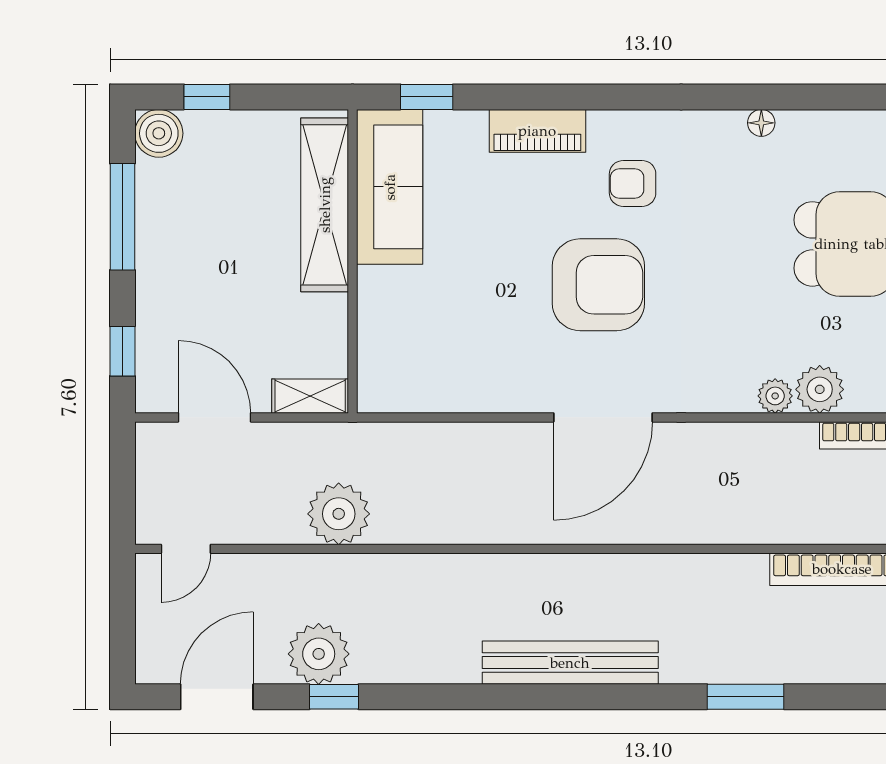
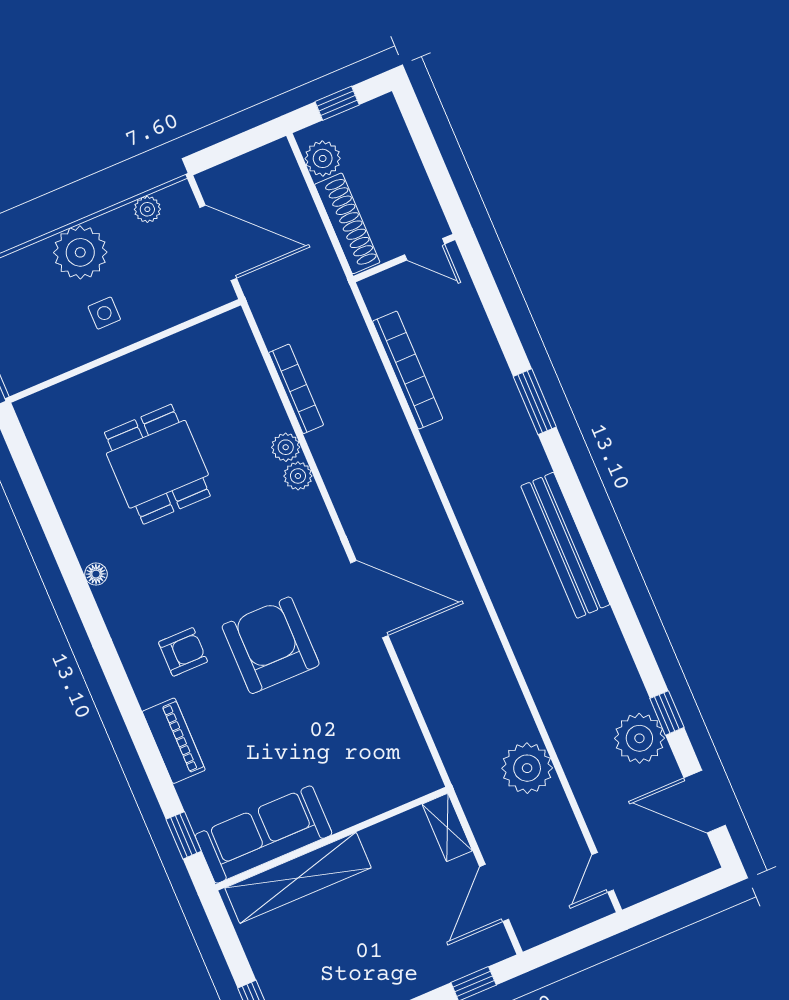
armchair: (633, 183) -> (183, 652), turned -90
plant: (820, 389) -> (286, 447), width x0.73, depth x0.73
door: (186, 549) -> (603, 872), swing flipped

